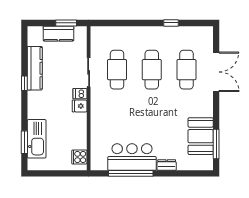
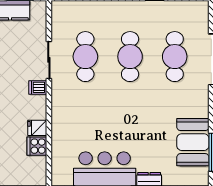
fridge: (80, 106) -> (37, 128), moved
cooker: (79, 157) -> (37, 146), moved

